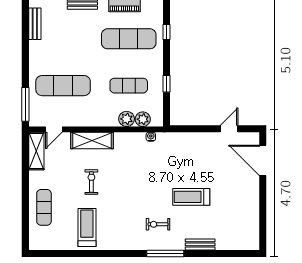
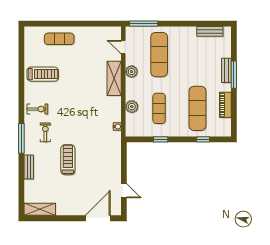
plant: (143, 119) -> (132, 72), moved
shelving: (36, 151) -> (40, 209), moved
exercise bike: (91, 182) -> (37, 109), moved

